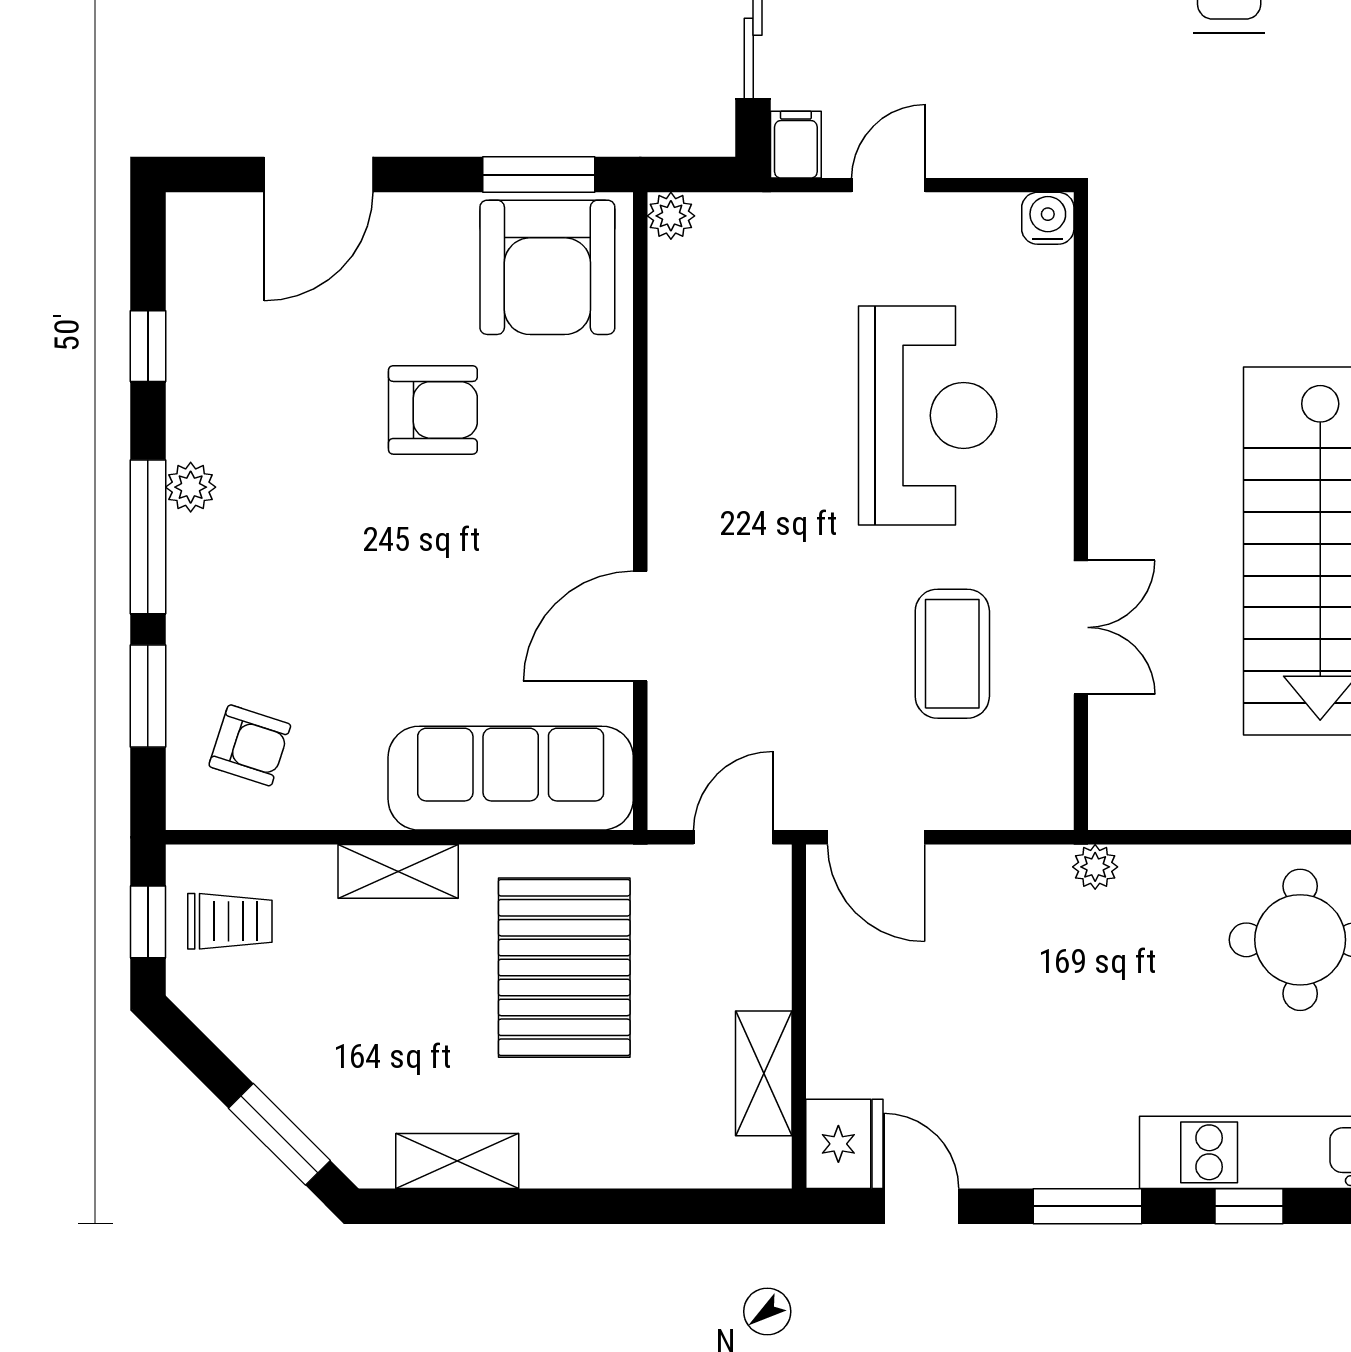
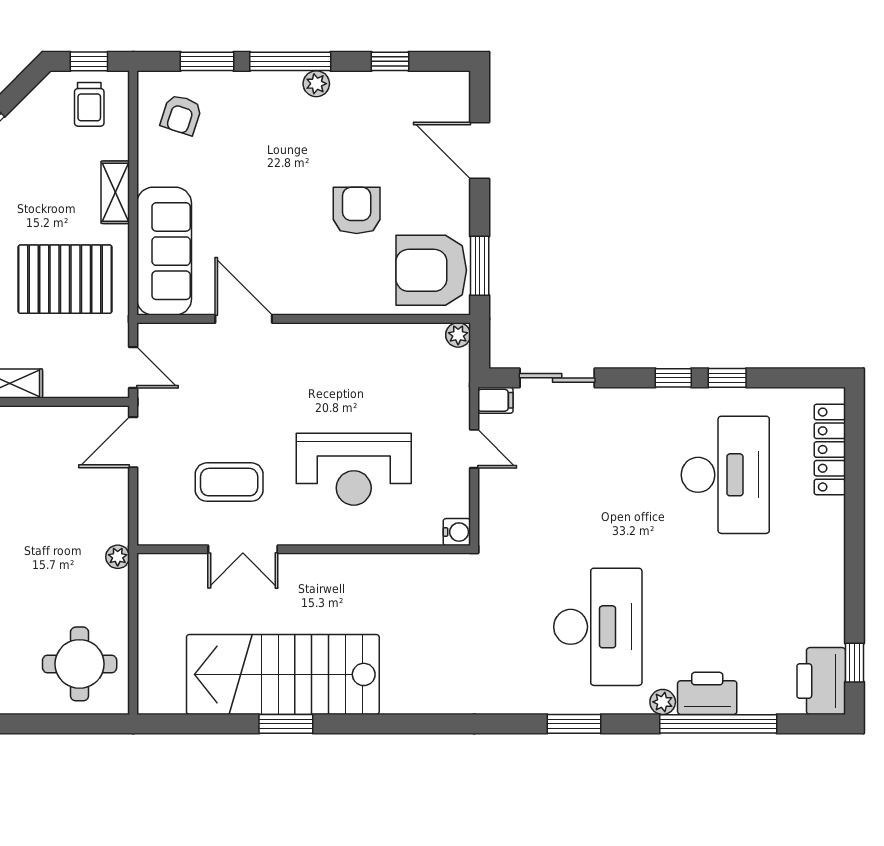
armchair: (433, 410) -> (357, 210), turned 180

